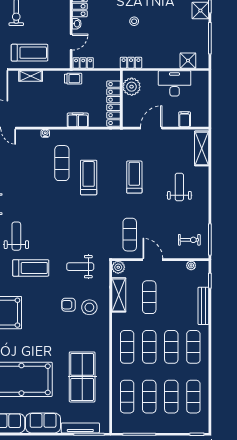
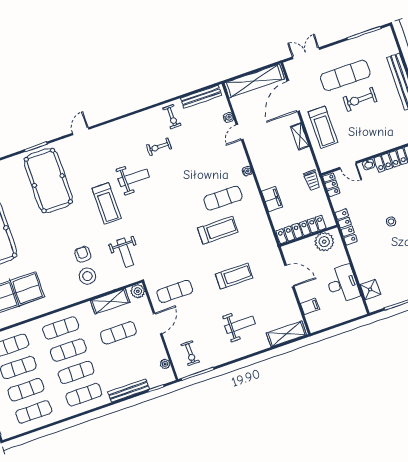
locker: (131, 63) -> (346, 227), width x1.53
weight bench: (80, 267) -> (125, 253), turned 180

